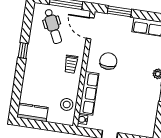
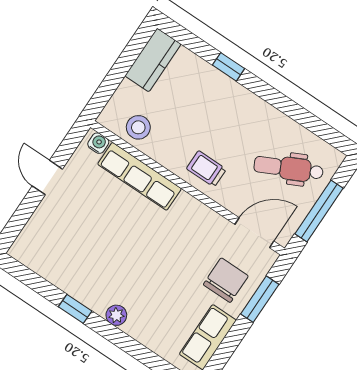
window: (23, 51) -> (228, 67), moved
chair: (108, 61) -> (226, 280), moved, turned -90

